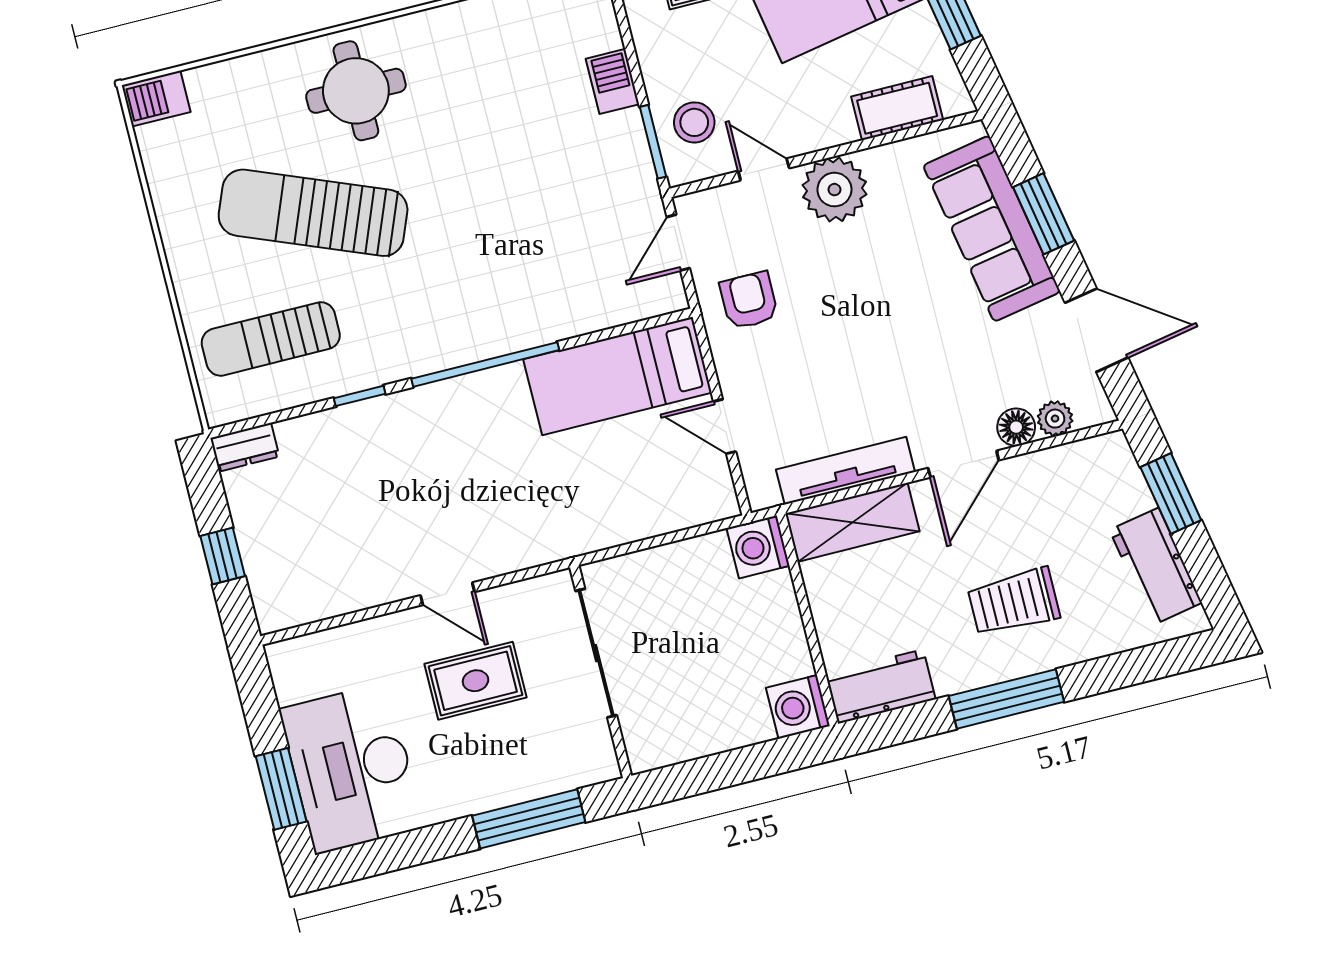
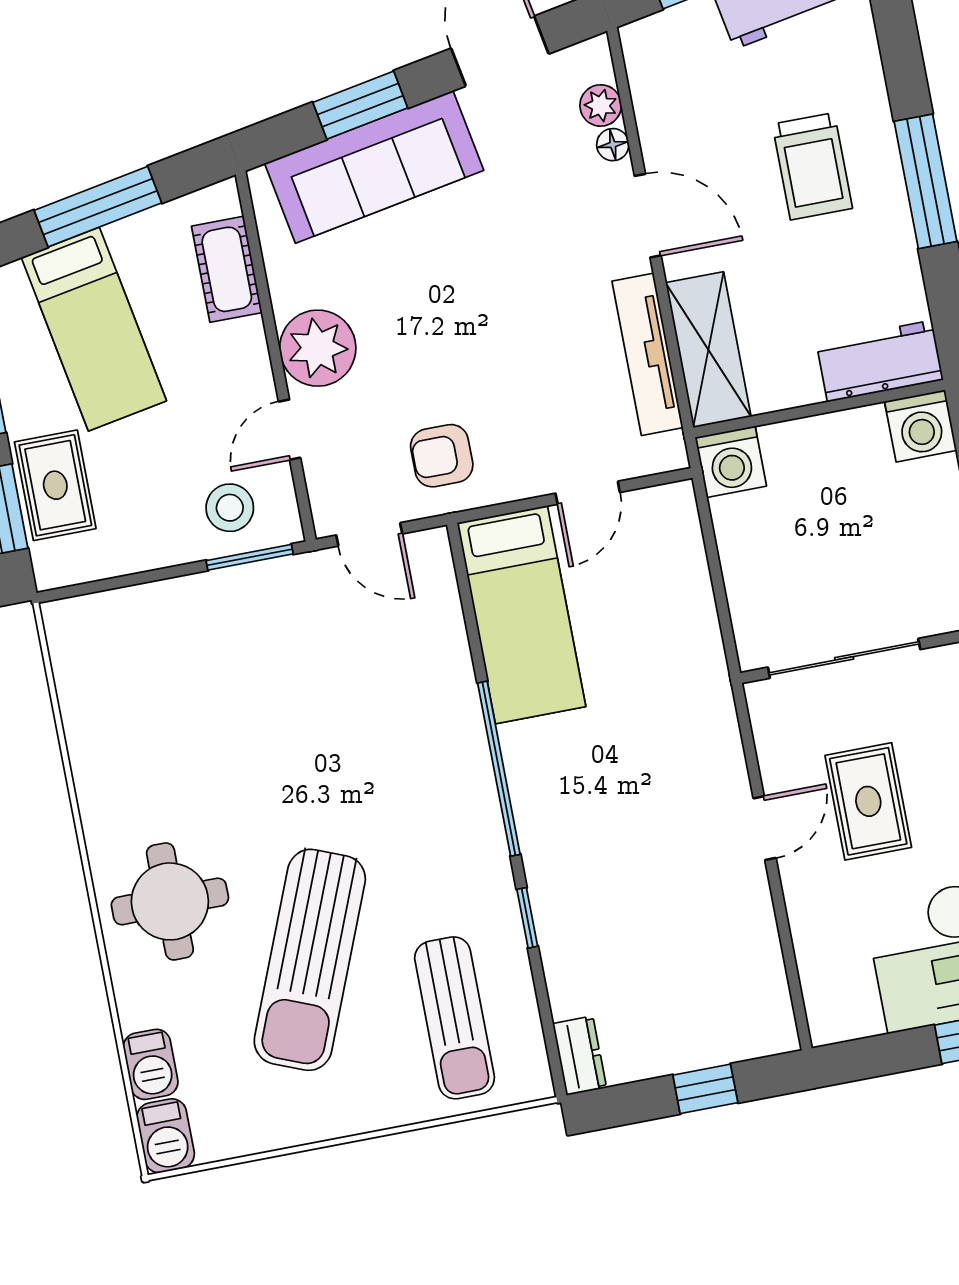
barbecue: (612, 81) -> (151, 1064), moved, turned -90
floor lamp: (1016, 427) -> (613, 145), width x0.73, depth x0.73
workbench: (881, 687) -> (880, 361), moved, turned 90

